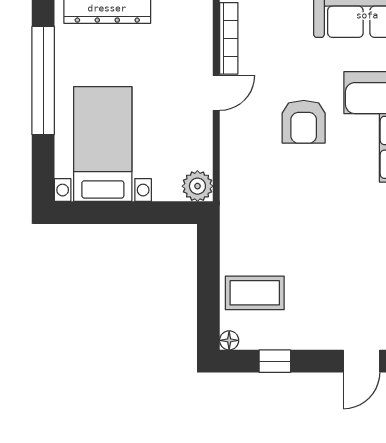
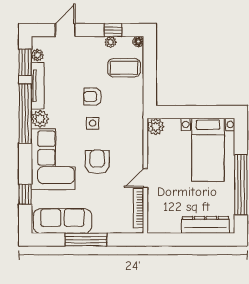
side table: (312, 192) -> (93, 123), added
armchair: (312, 241) -> (93, 97), added
plant: (279, 339) -> (110, 42), added

